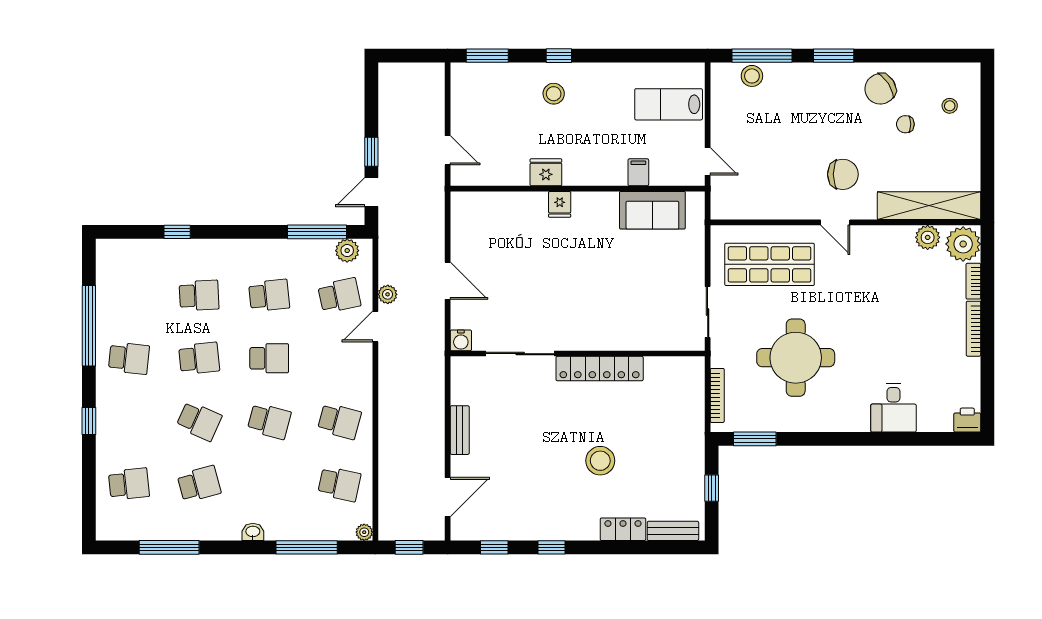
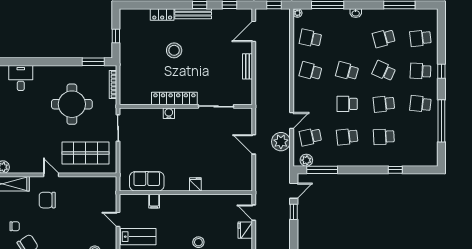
door: (708, 161) -> (118, 219), moved
fridge: (546, 172) -> (245, 230), moved, turned 90
plant: (388, 294) -> (281, 142), width x1.87, depth x1.87
water cooler: (461, 340) -> (169, 113), moved
school desk: (129, 421) -> (420, 71), added
bench: (673, 531) -> (193, 14), moved, width x1.36

